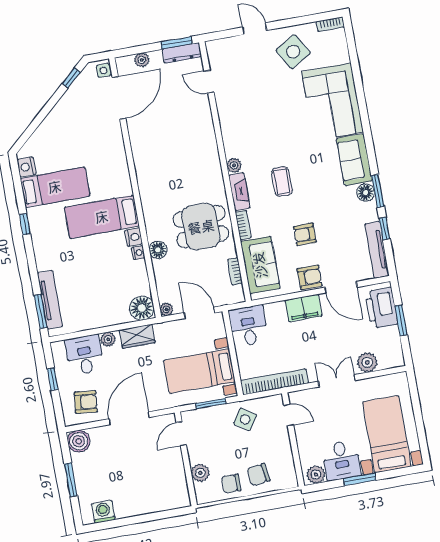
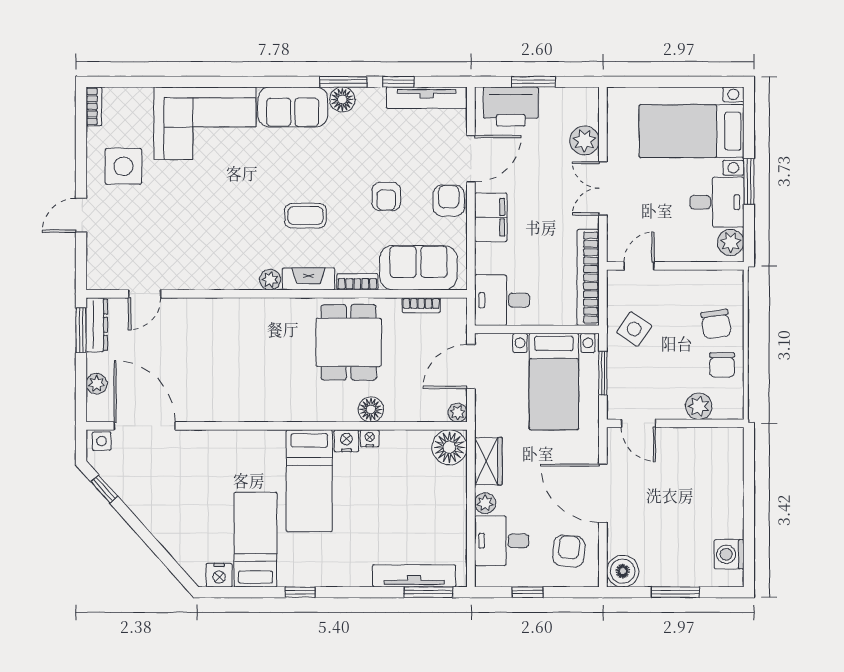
side table: (293, 52) -> (123, 166), turned 31

